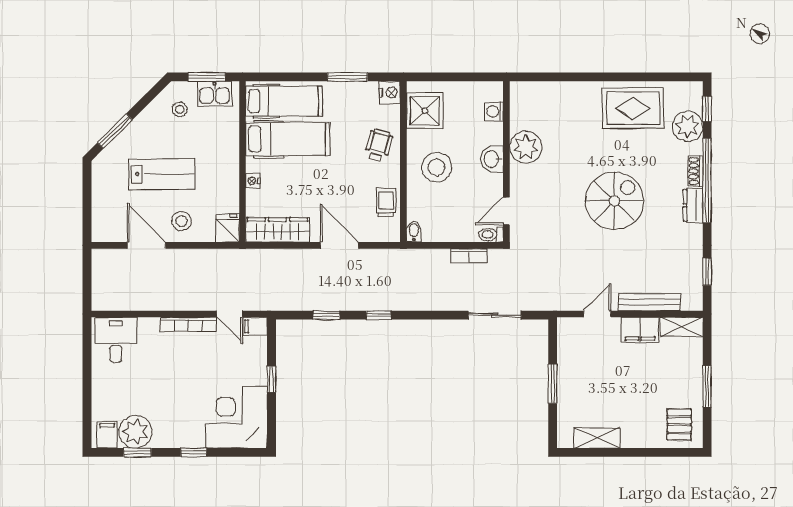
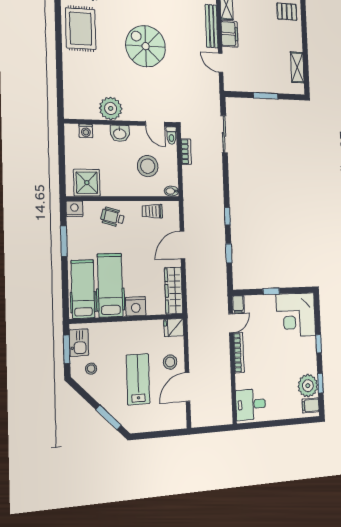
stool: (437, 167) -> (148, 166), moved
nightstand: (253, 181) -> (136, 306), width x1.89, depth x1.79

